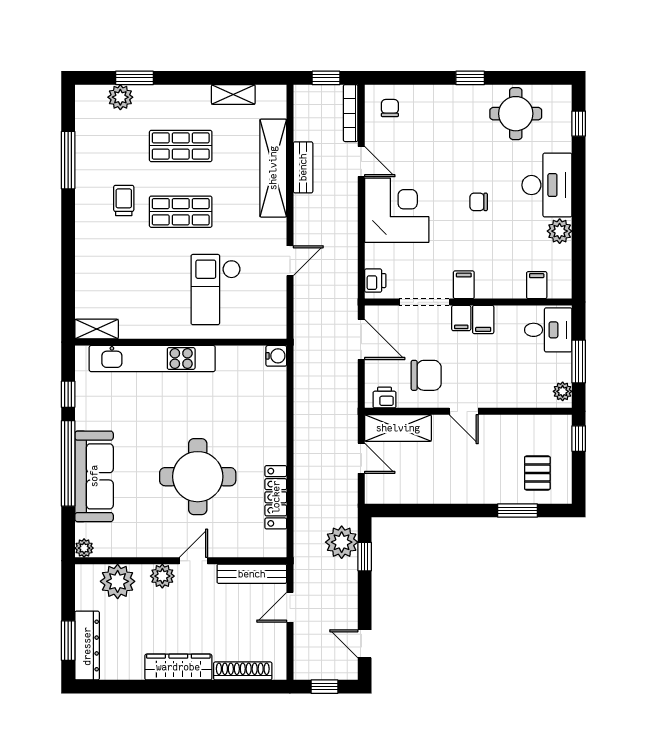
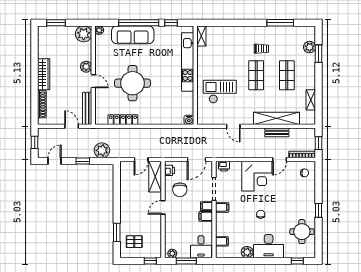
window: (365, 557) -> (83, 161), moved
plant: (118, 581) -> (84, 34), moved
dresser: (87, 646) -> (54, 32), removed

